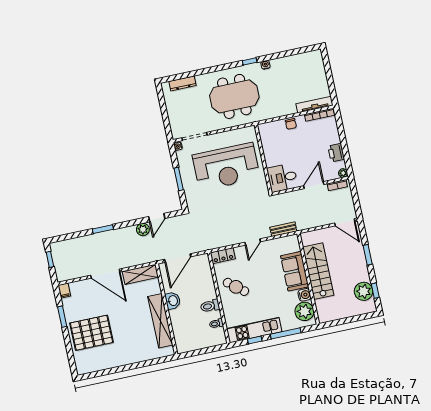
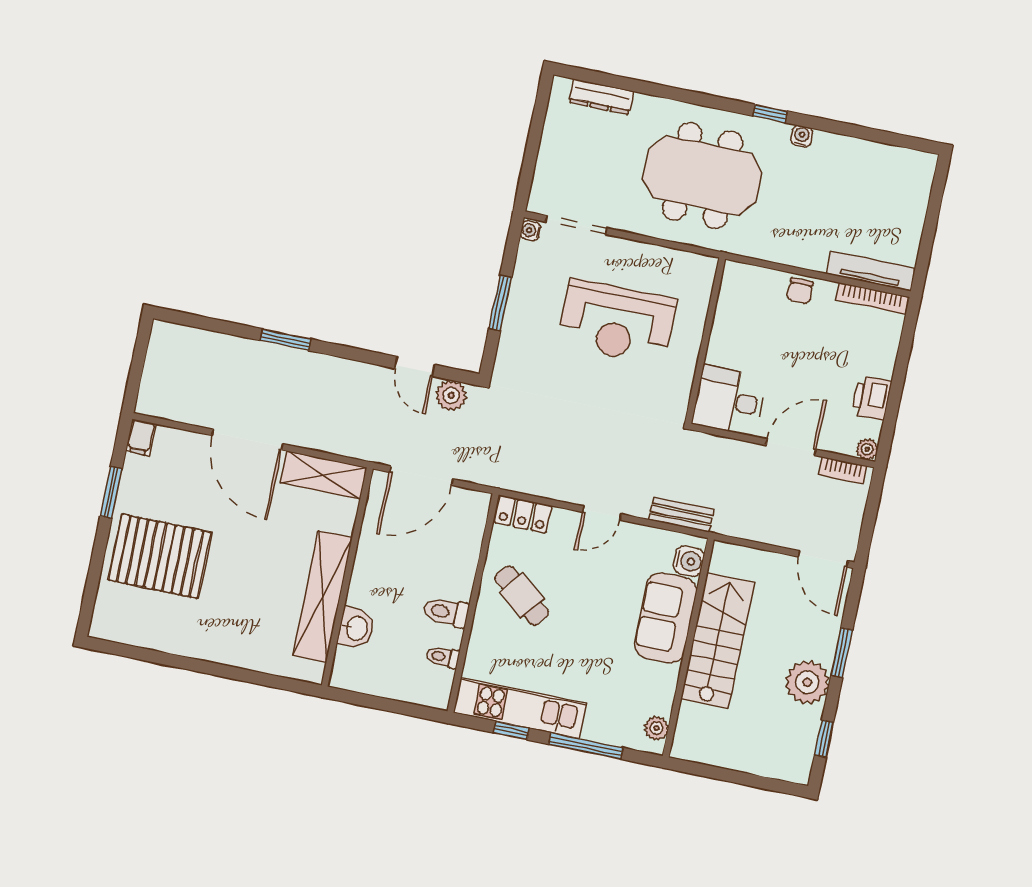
reception desk: (226, 167) -> (617, 322), width x0.74, depth x0.77
door: (157, 218) -> (415, 366), hinge flipped
plant: (143, 229) -> (451, 395), moved
window: (50, 259) -> (140, 355), removed
plant: (364, 291) -> (807, 682), moved
water cooler: (304, 295) -> (689, 561), moved
washbasin: (173, 301) -> (356, 628), moved
plant: (304, 311) -> (656, 728), width x0.53, depth x0.53

